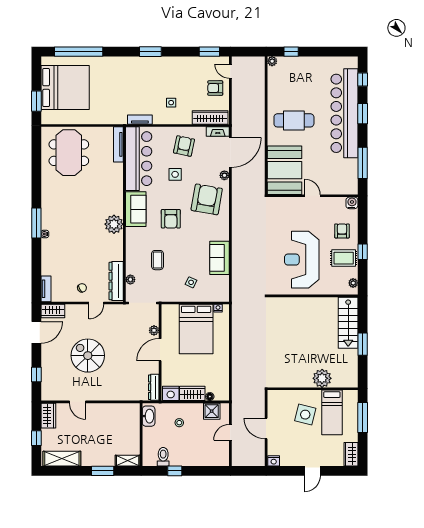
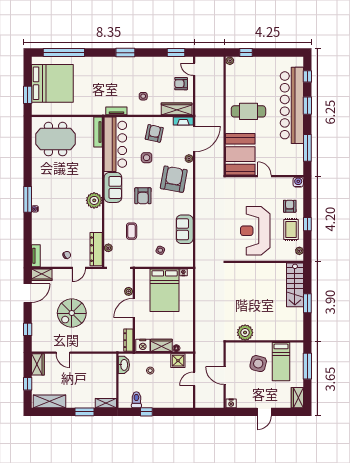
meeting table: (69, 153) -> (56, 139), turned 90
rug: (344, 258) -> (291, 229), turned 90
spiral stairs: (88, 356) -> (72, 313), turned -90
plant: (322, 378) -> (245, 332), moved

